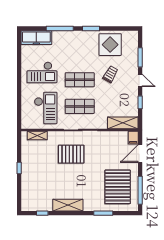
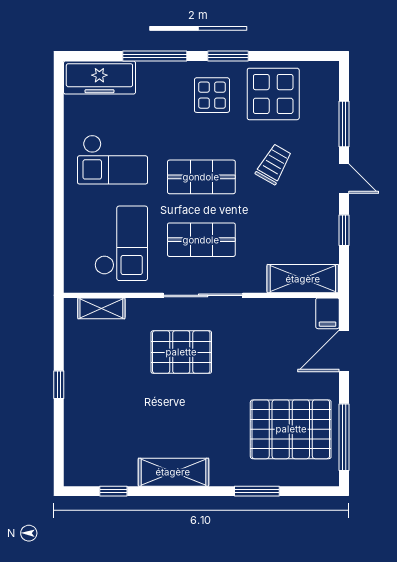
display table: (84, 45) -> (212, 95), added
pallet: (118, 187) -> (291, 429), turned 90

